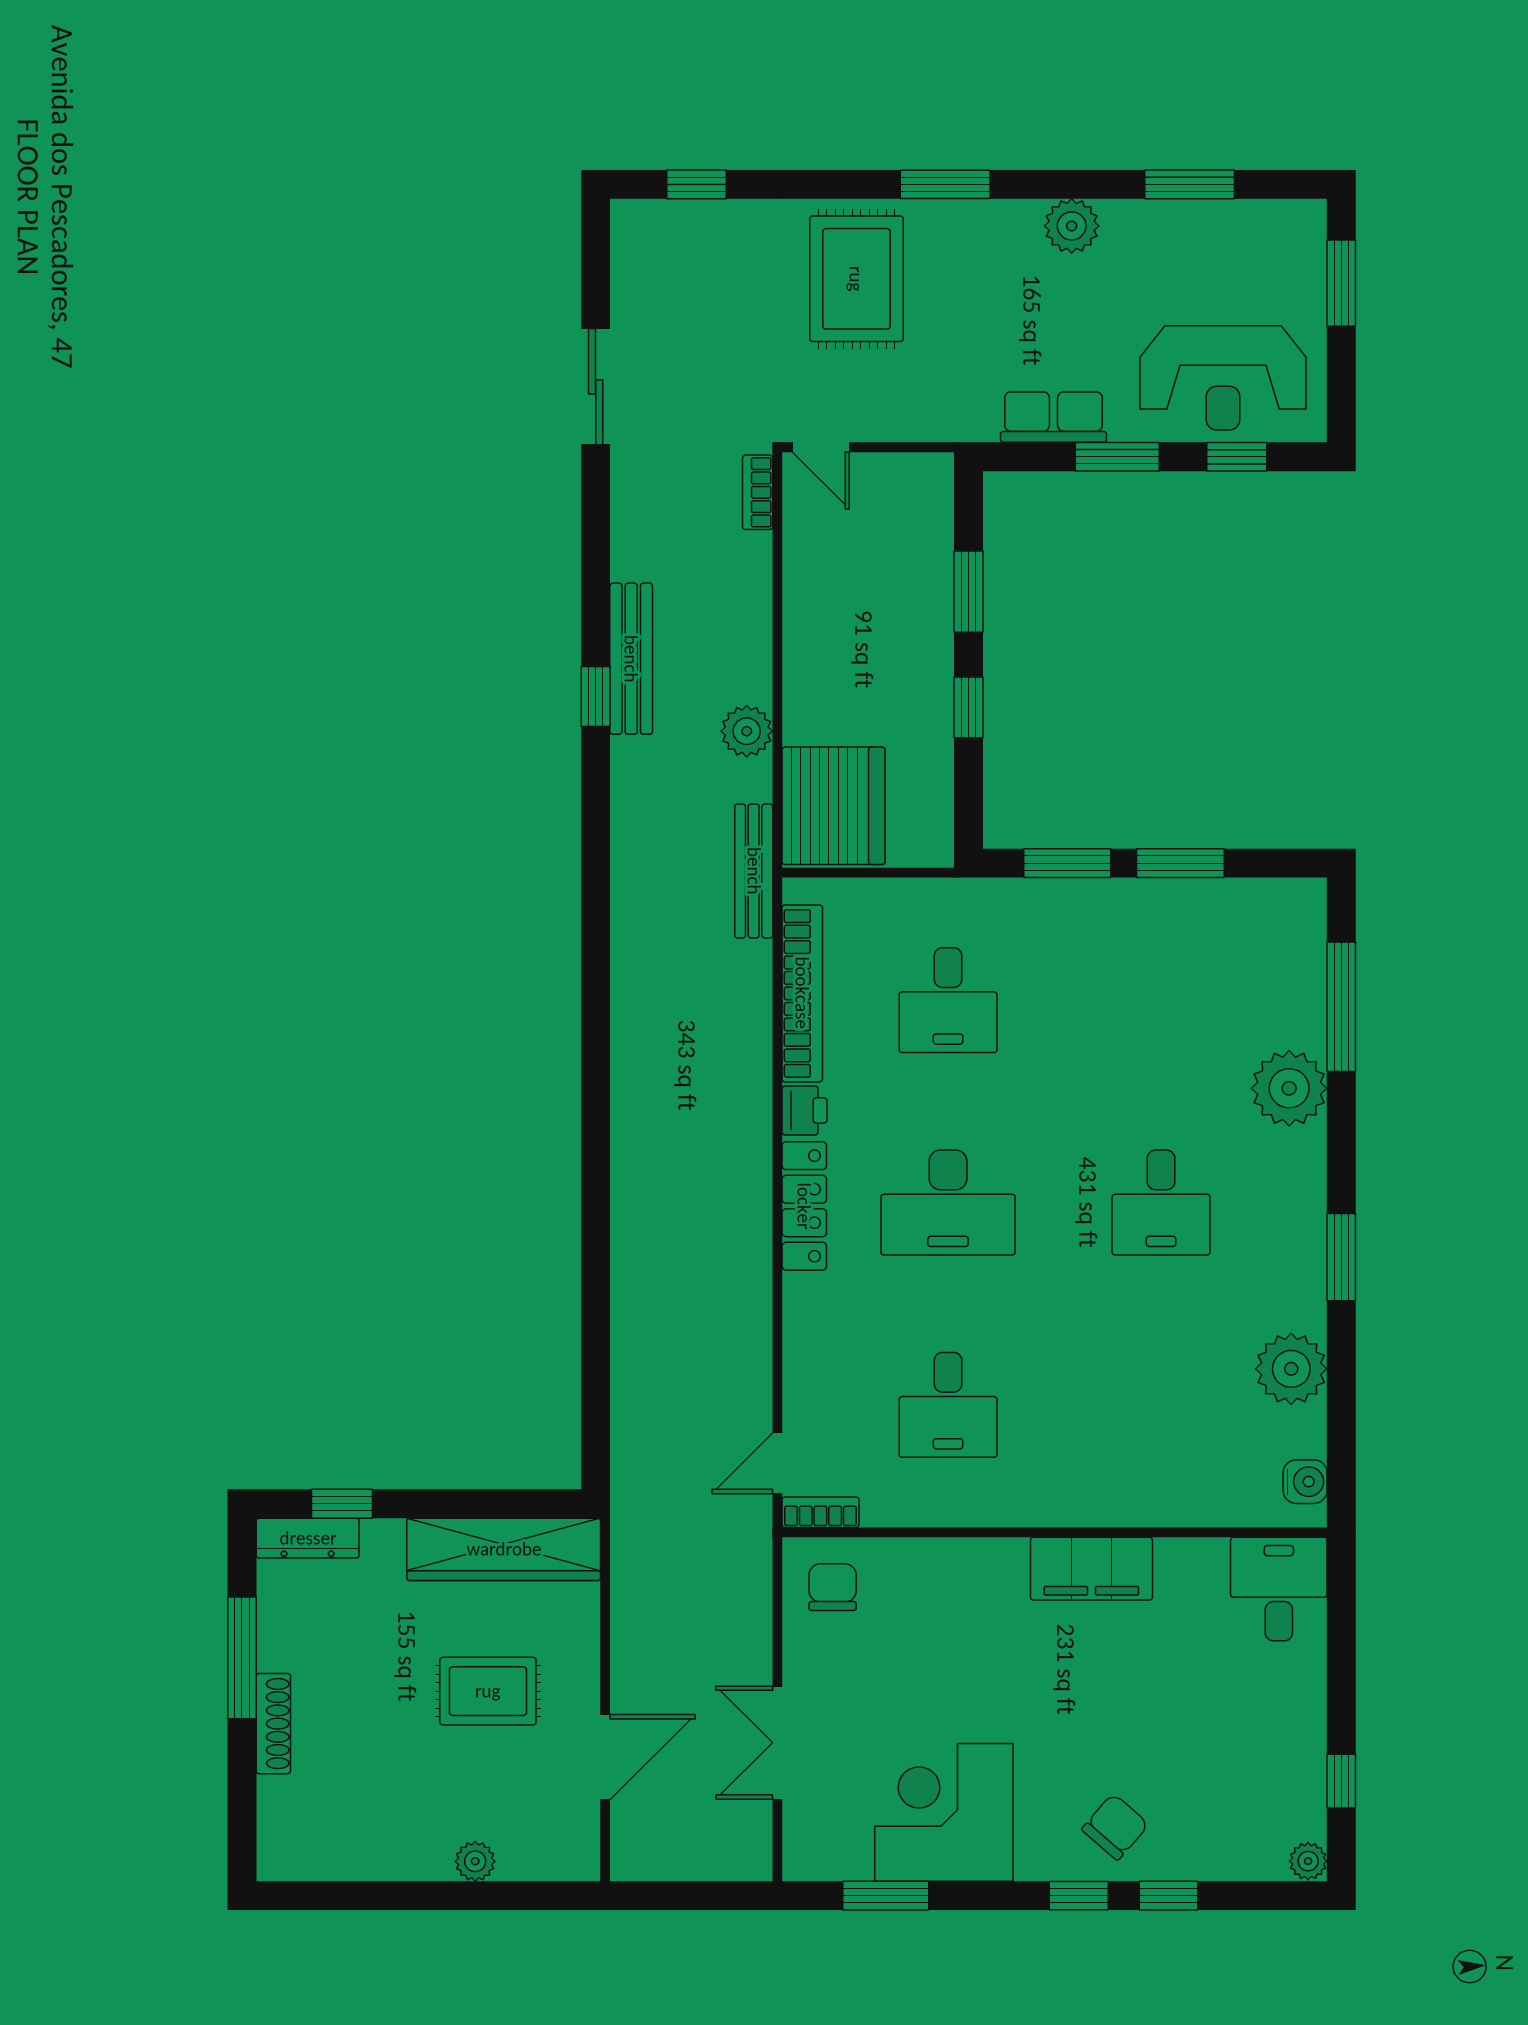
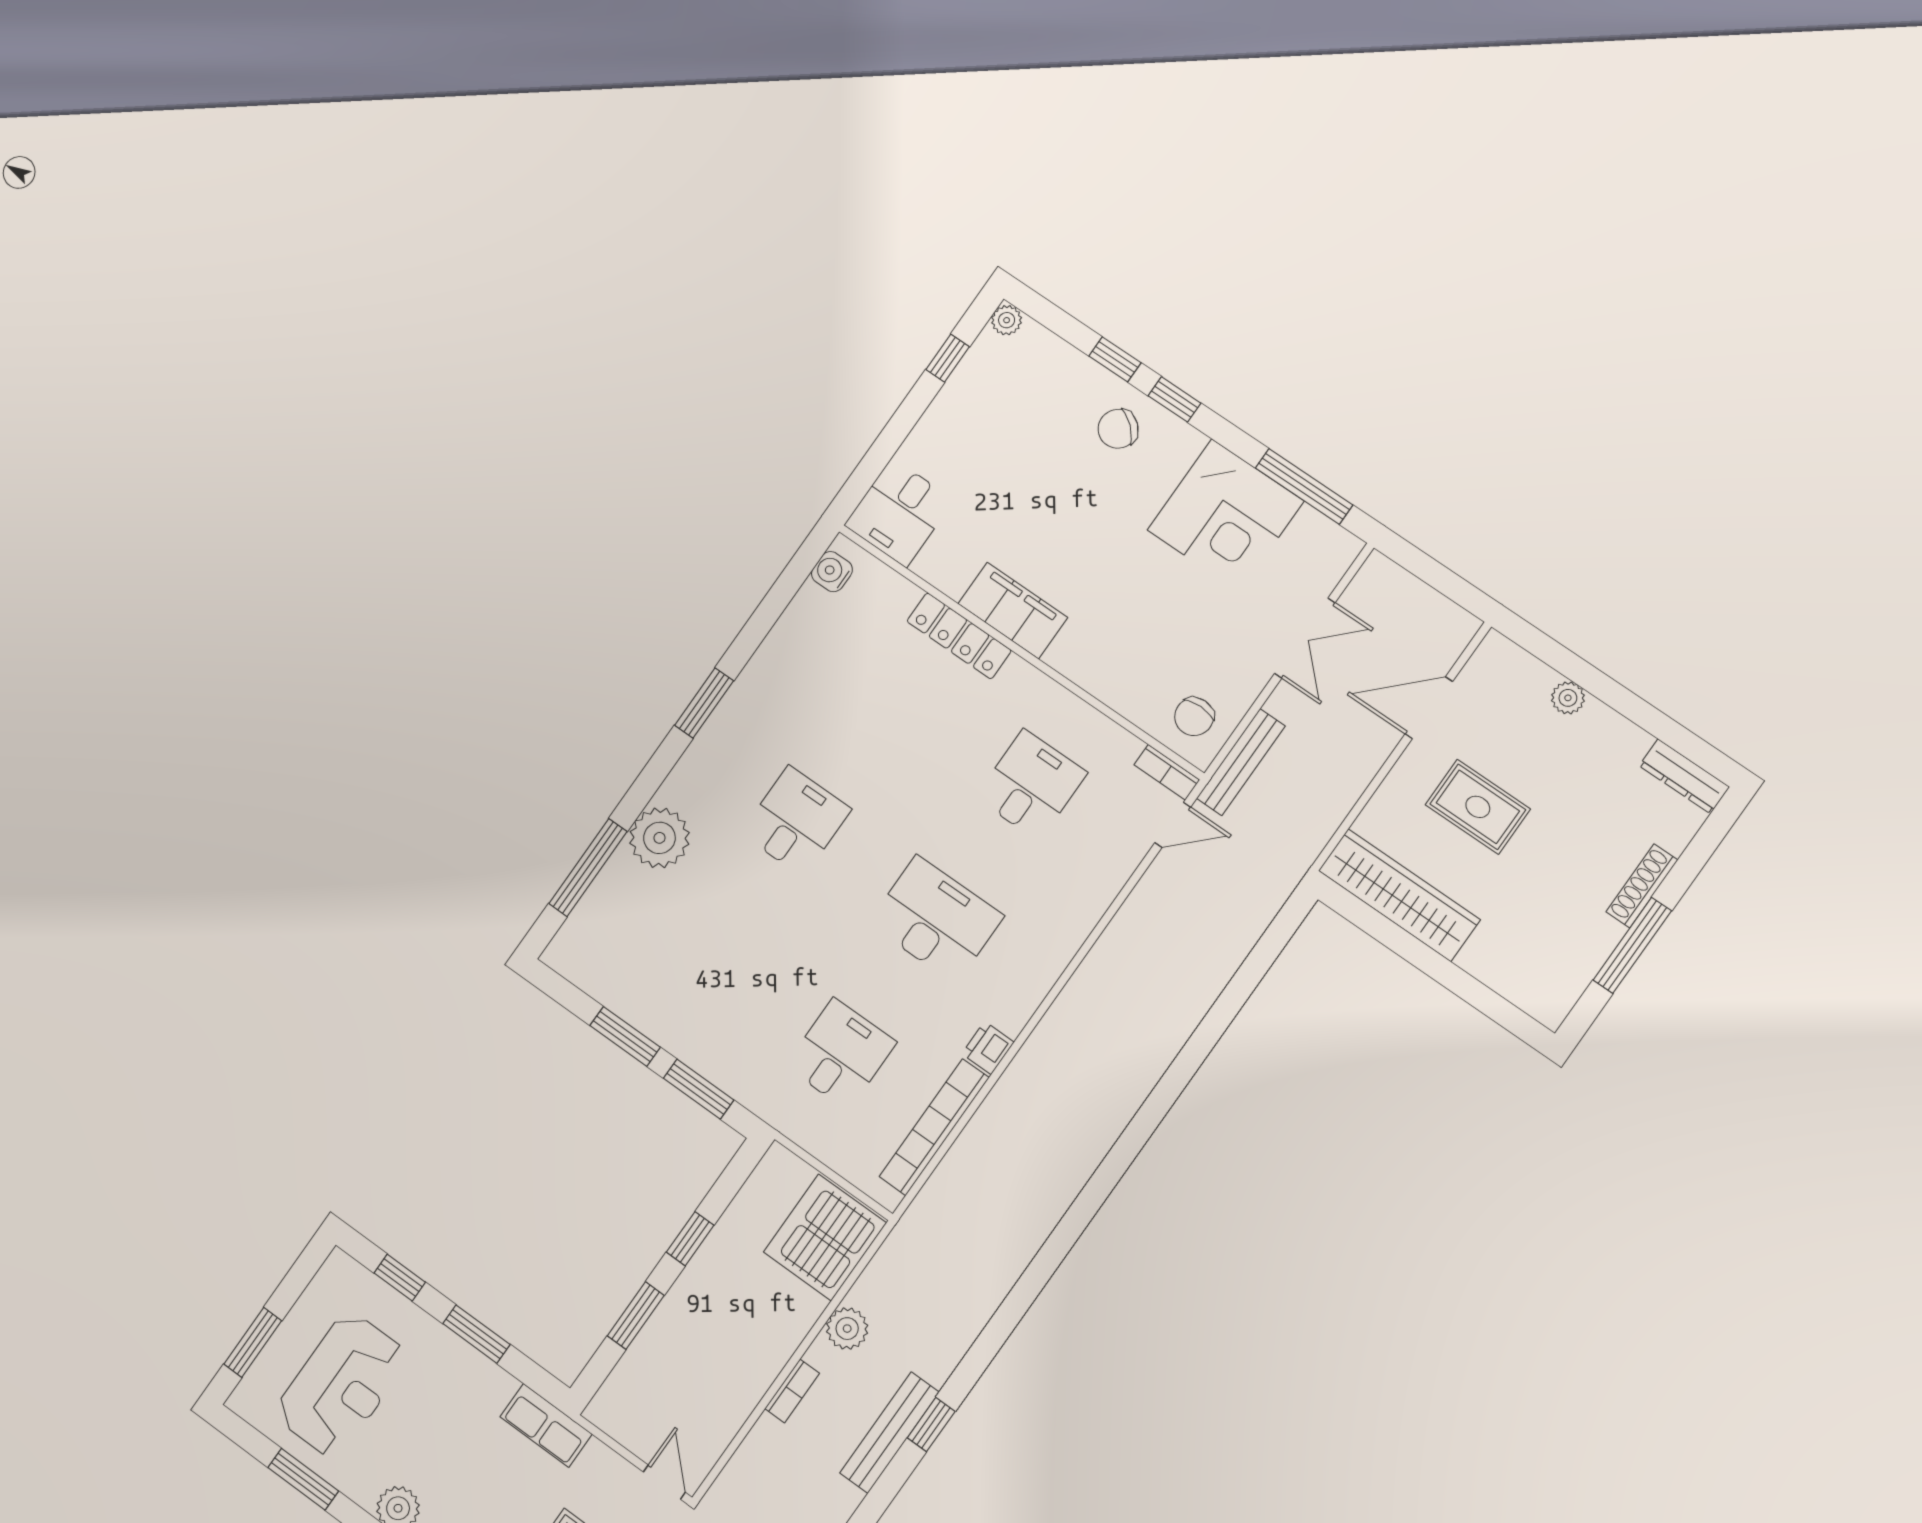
reception desk: (1223, 378) -> (341, 1385), moved, turned 90
row of seats: (1054, 417) -> (546, 1425), moved
bookcase: (758, 492) -> (792, 1391), moved
bench: (754, 871) -> (1241, 762), moved
locker: (804, 1206) -> (959, 636), moved, turned -90
plant: (1291, 1369) -> (789, 652), removed
window: (342, 1504) -> (1489, 1002), removed
dresser: (308, 1538) -> (1684, 776), moved, turned 180
window: (886, 1896) -> (1304, 486), width x1.44

